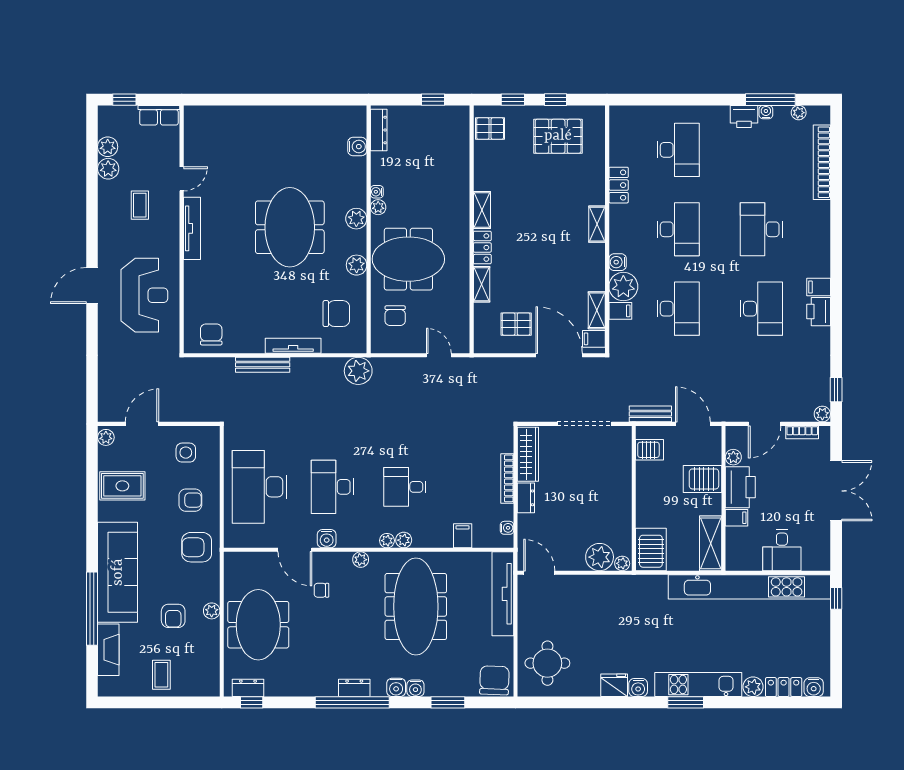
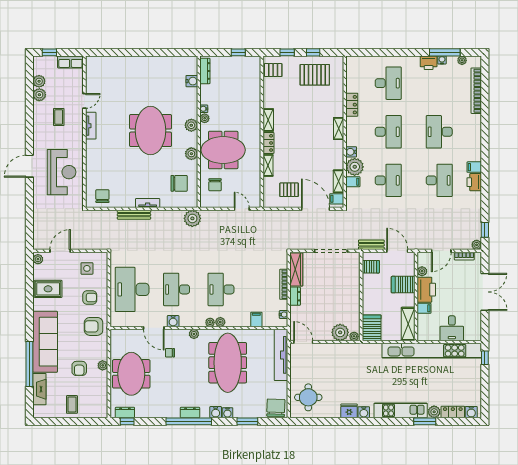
tv unit: (192, 228) -> (91, 126), width x0.71
tv unit: (293, 346) -> (148, 203), width x0.71
desk: (405, 487) -> (221, 289), width x1.37
window: (686, 702) -> (425, 421), moved

